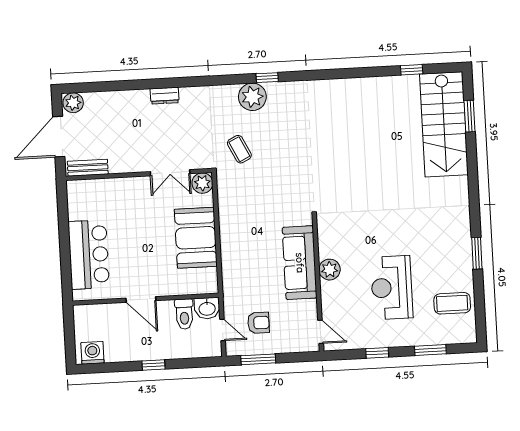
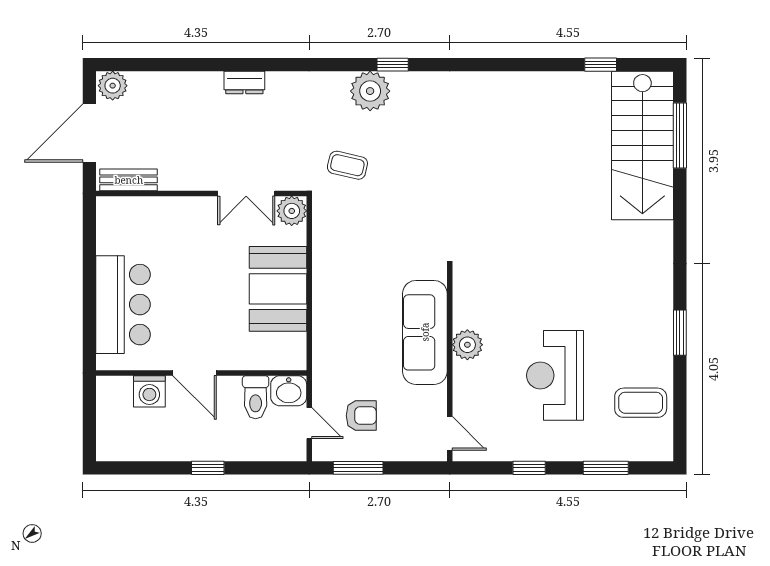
window: (469, 116) -> (680, 136), width x1.44
coffee table: (239, 149) -> (347, 165), turned -51
washing machine: (92, 353) -> (149, 391), moved, turned 180

